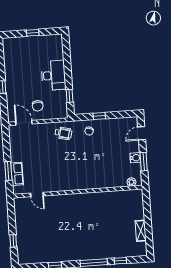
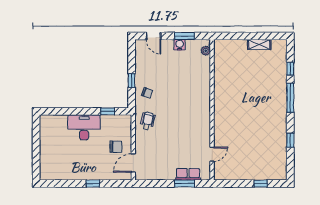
window: (33, 33) -> (36, 147), removed

